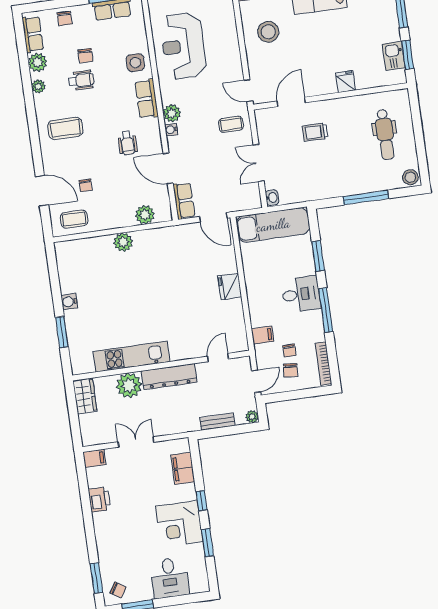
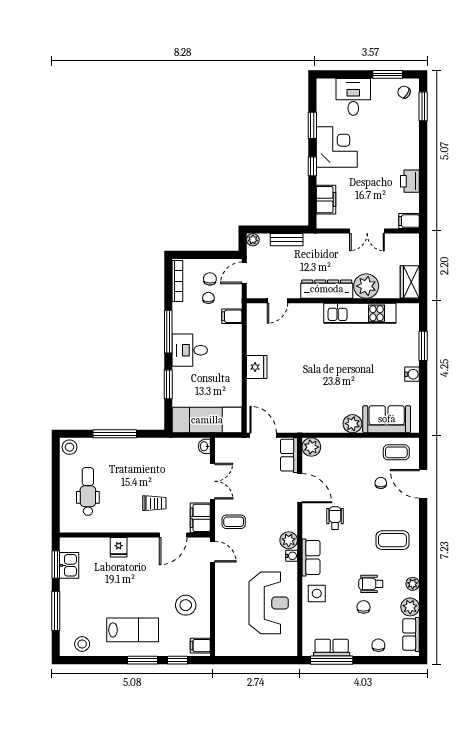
filing cabinet: (266, 124) -> (200, 518), added
water cooler: (171, 130) -> (292, 556), moved
plant: (145, 215) -> (311, 447), moved
sofa: (89, 252) -> (387, 419), added

